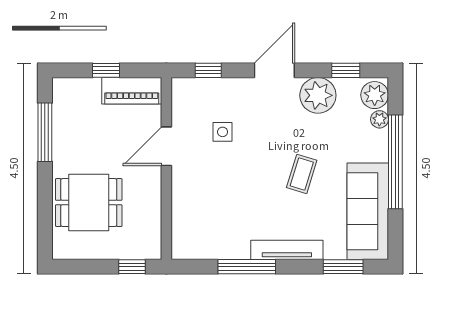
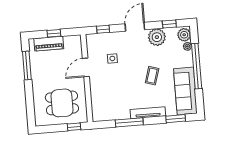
piano: (132, 91) -> (49, 44), moved
dining table: (89, 203) -> (62, 103), moved

